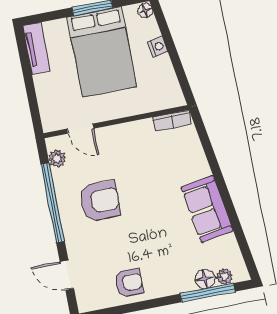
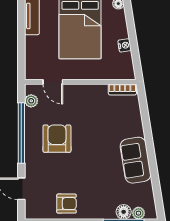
nightstand: (158, 47) -> (125, 45), moved
armchair: (100, 201) -> (57, 139), turned -90

